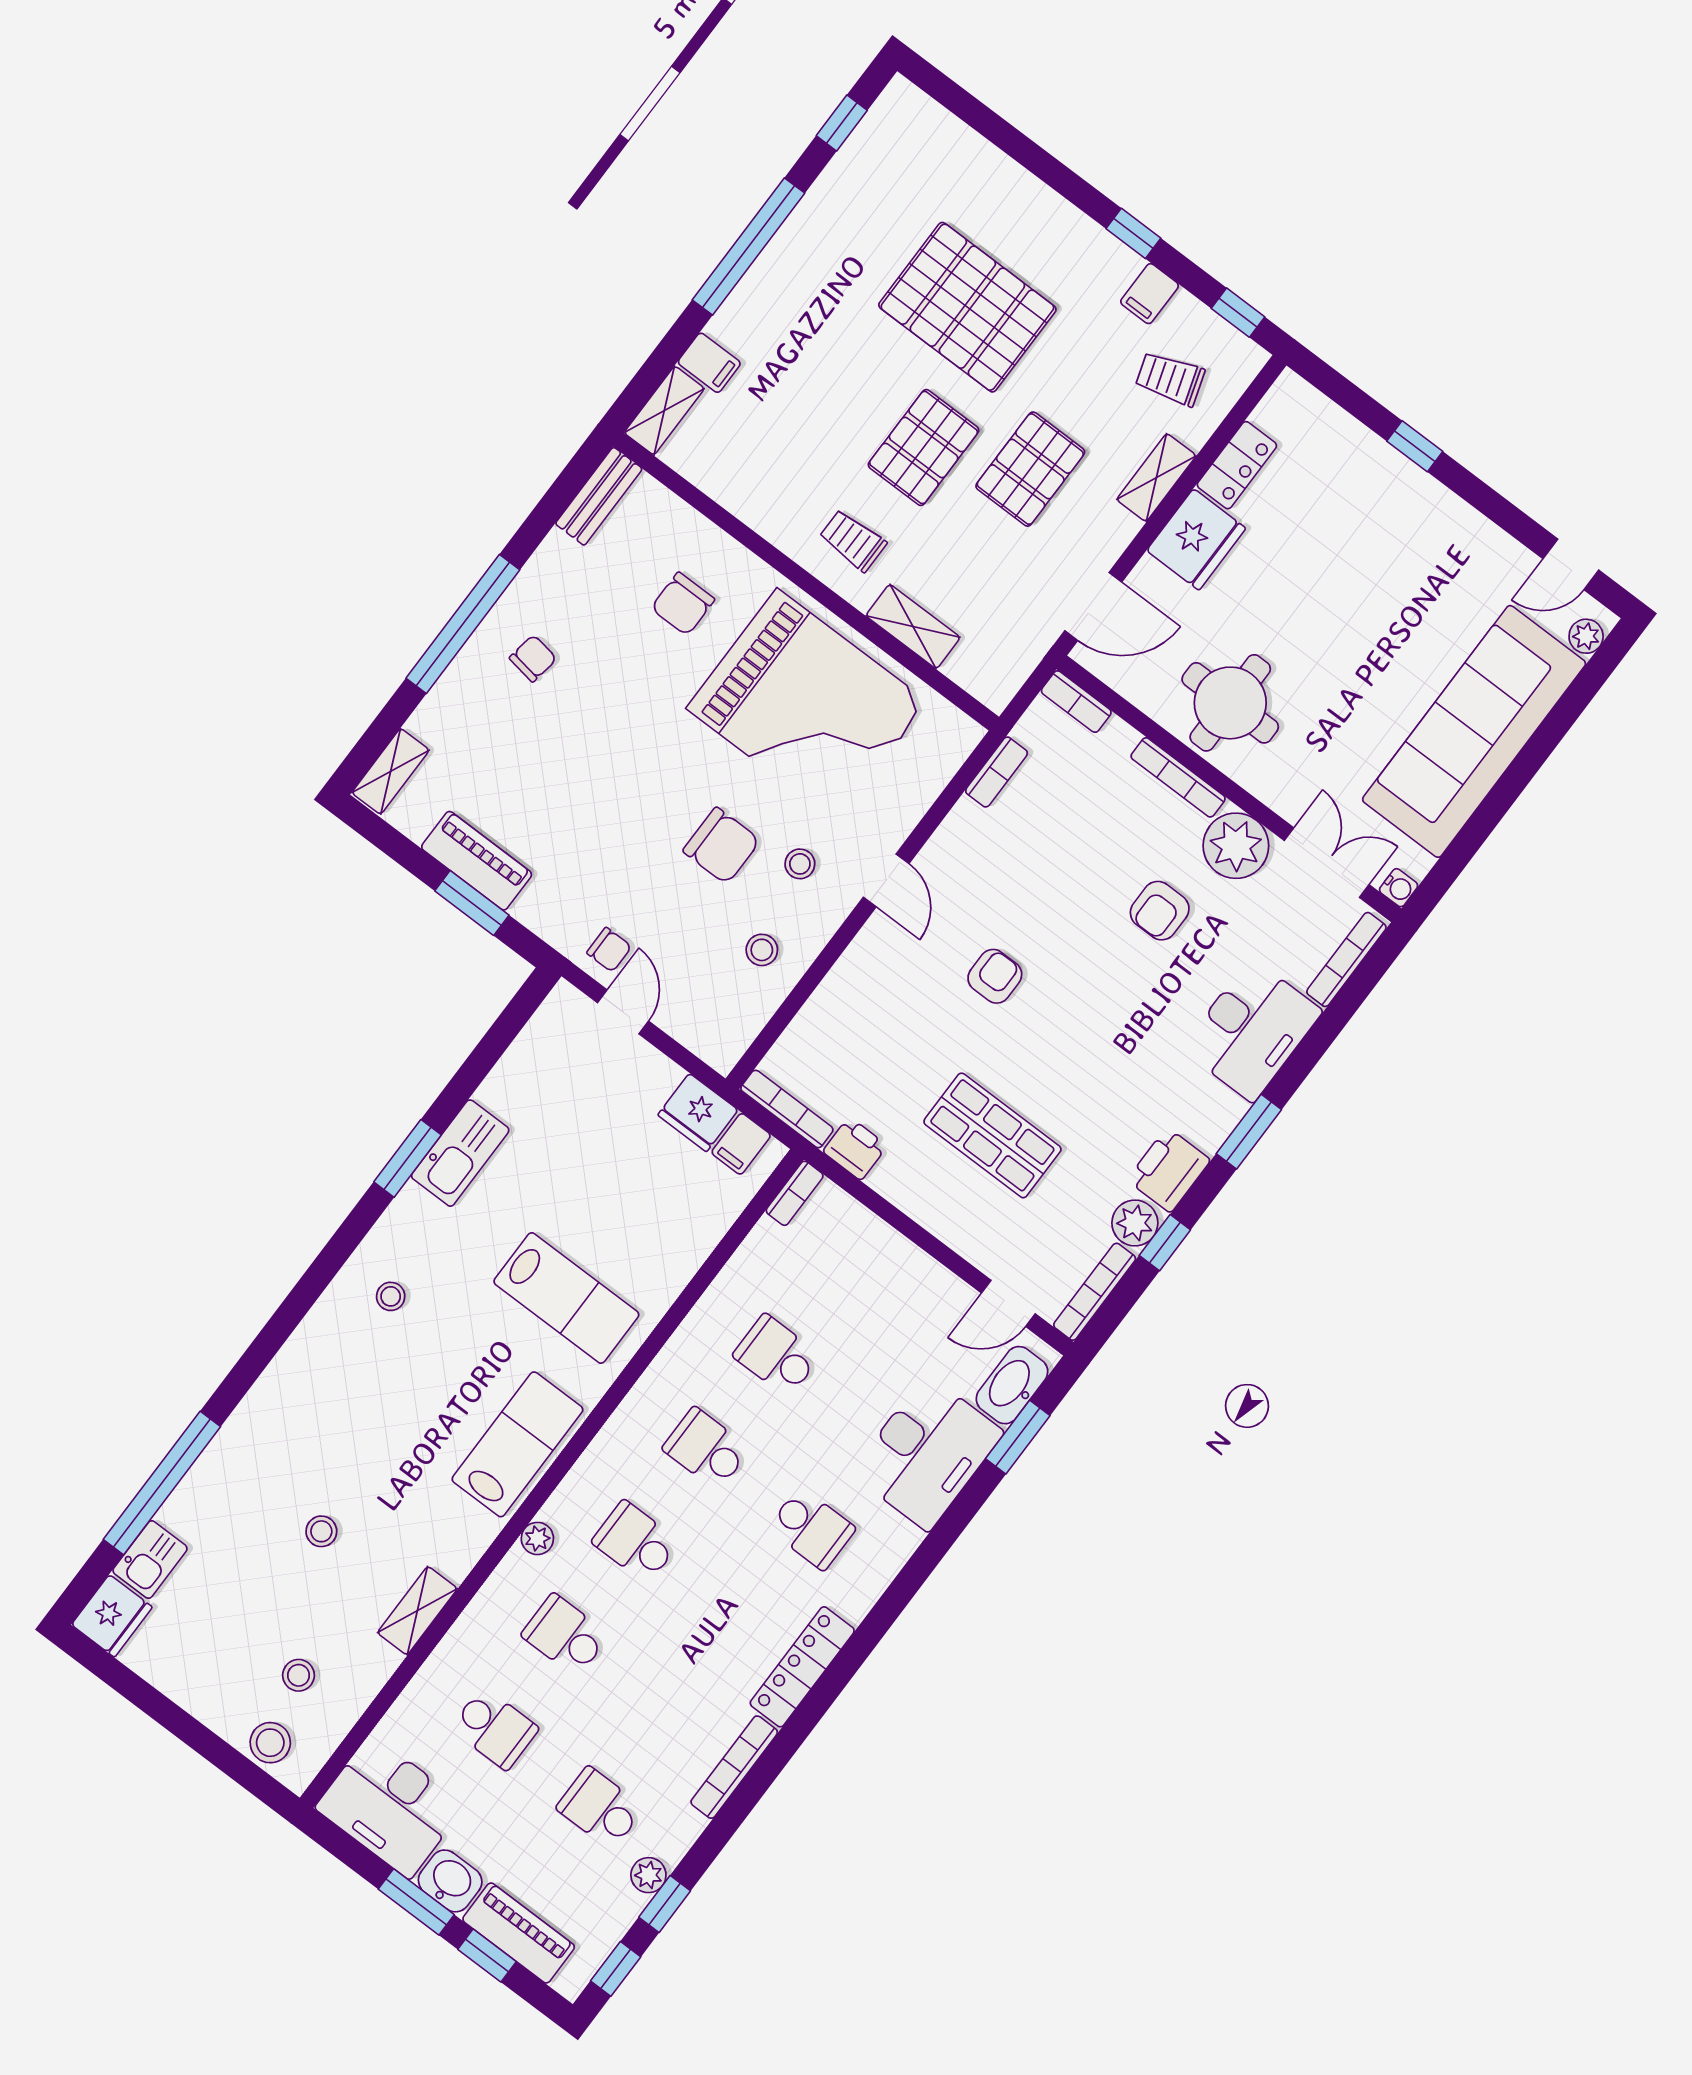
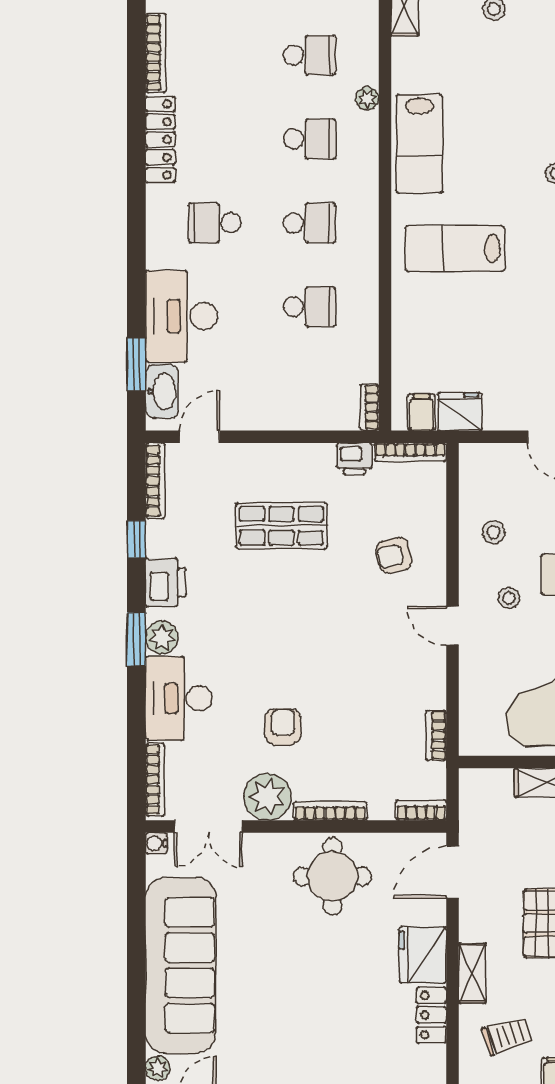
armchair: (995, 976) -> (394, 555), moved, turned 77
plant: (1135, 1223) -> (162, 637), moved

